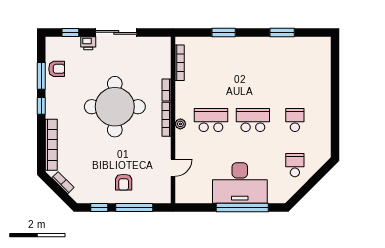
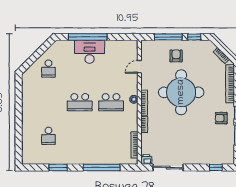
sliding door: (116, 32) -> (168, 167), moved
window: (224, 32) -> (102, 167), width x2.11
printer: (88, 43) -> (146, 159), moved
armchair: (57, 69) -> (221, 118), moved
round table: (115, 107) -> (181, 92), moved
school desk: (295, 120) -> (48, 136), moved
desk: (240, 183) -> (90, 52), width x0.73, depth x0.77

